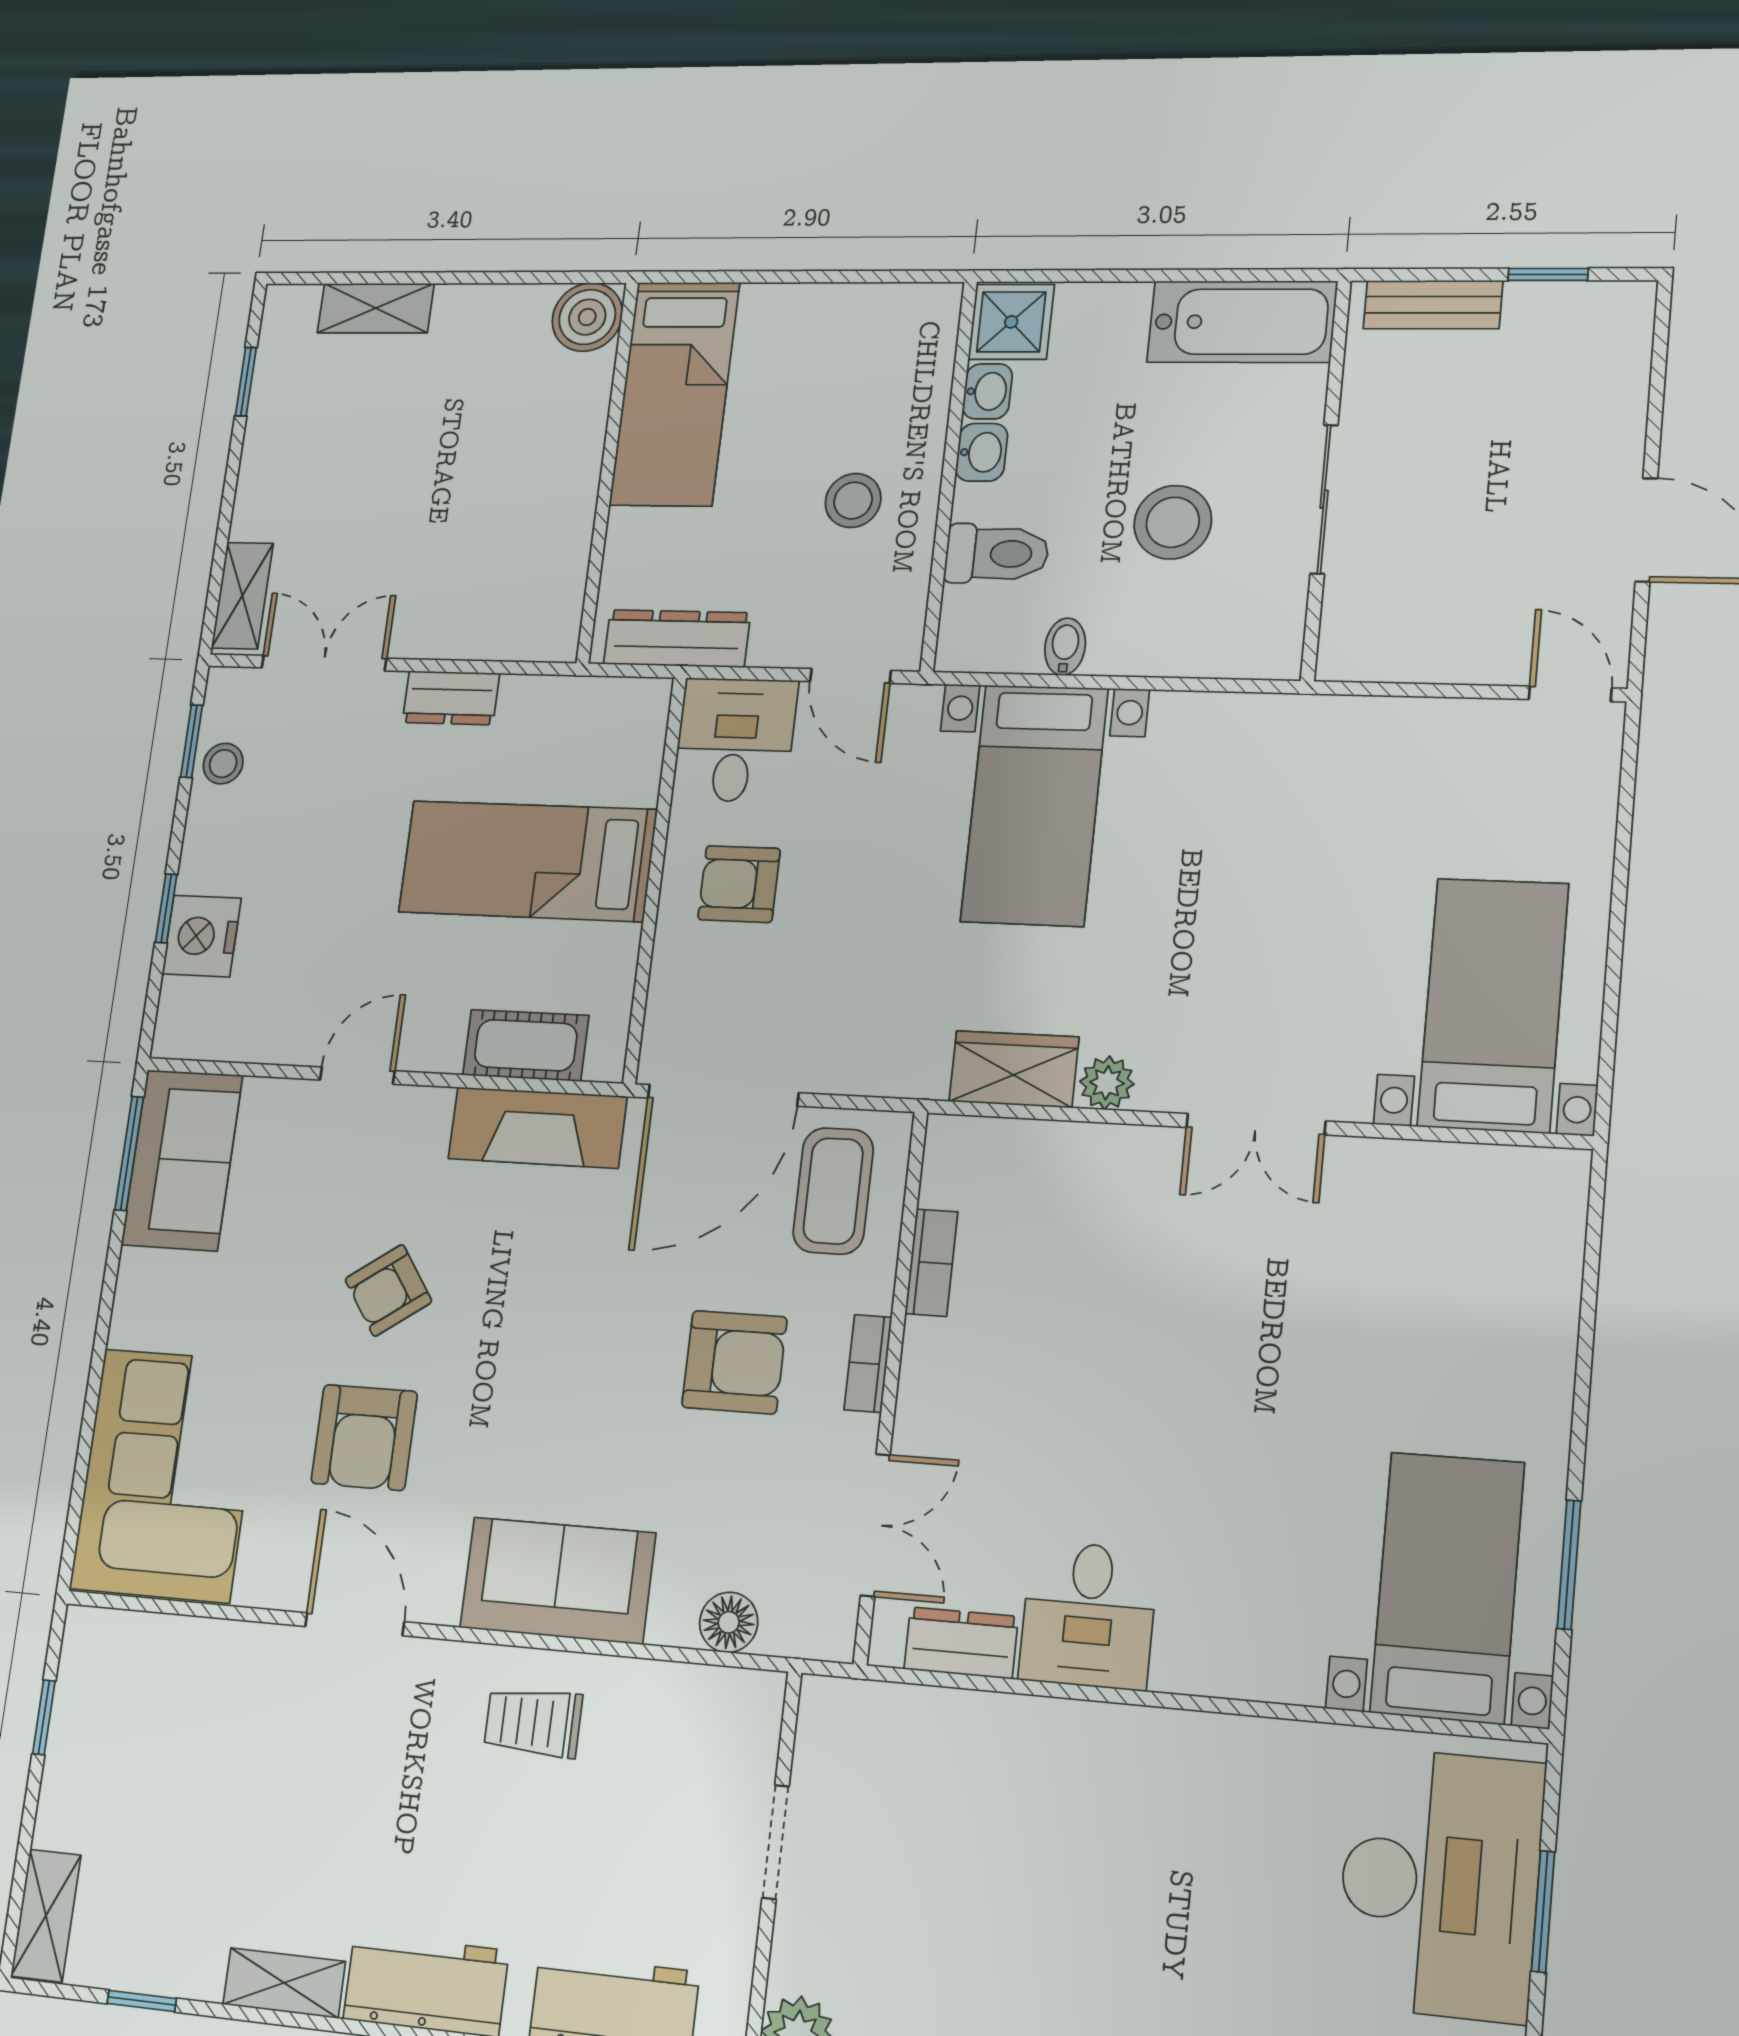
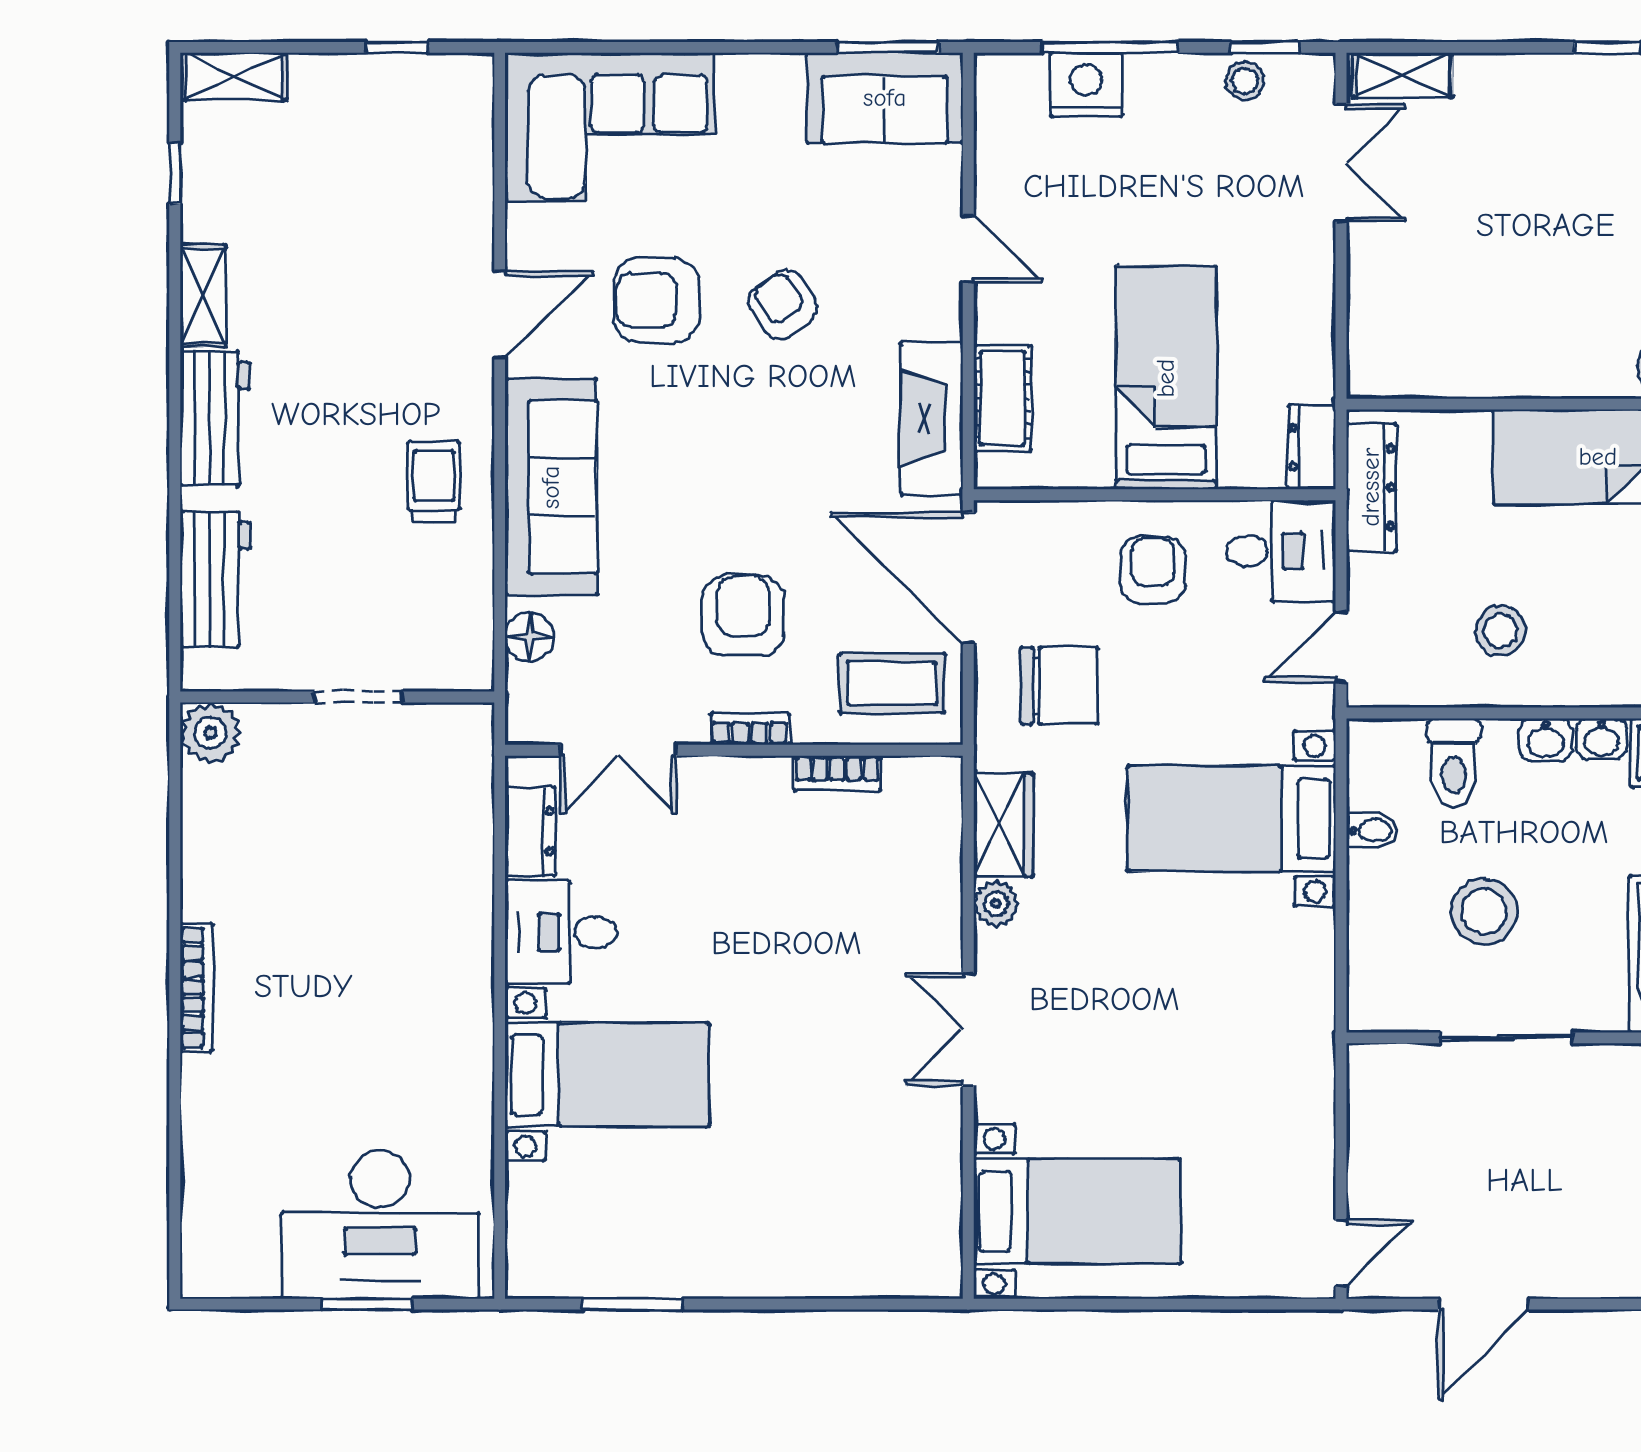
dresser: (451, 698) -> (1312, 447), moved
window: (166, 908) -> (1110, 47), width x2.17
chair: (858, 996) -> (1059, 686), added
armchair: (734, 1362) -> (743, 616), turned 180
sofa: (558, 1580) -> (551, 487), width x1.36
bed with nightstands: (1447, 1587) -> (607, 1075), moved

